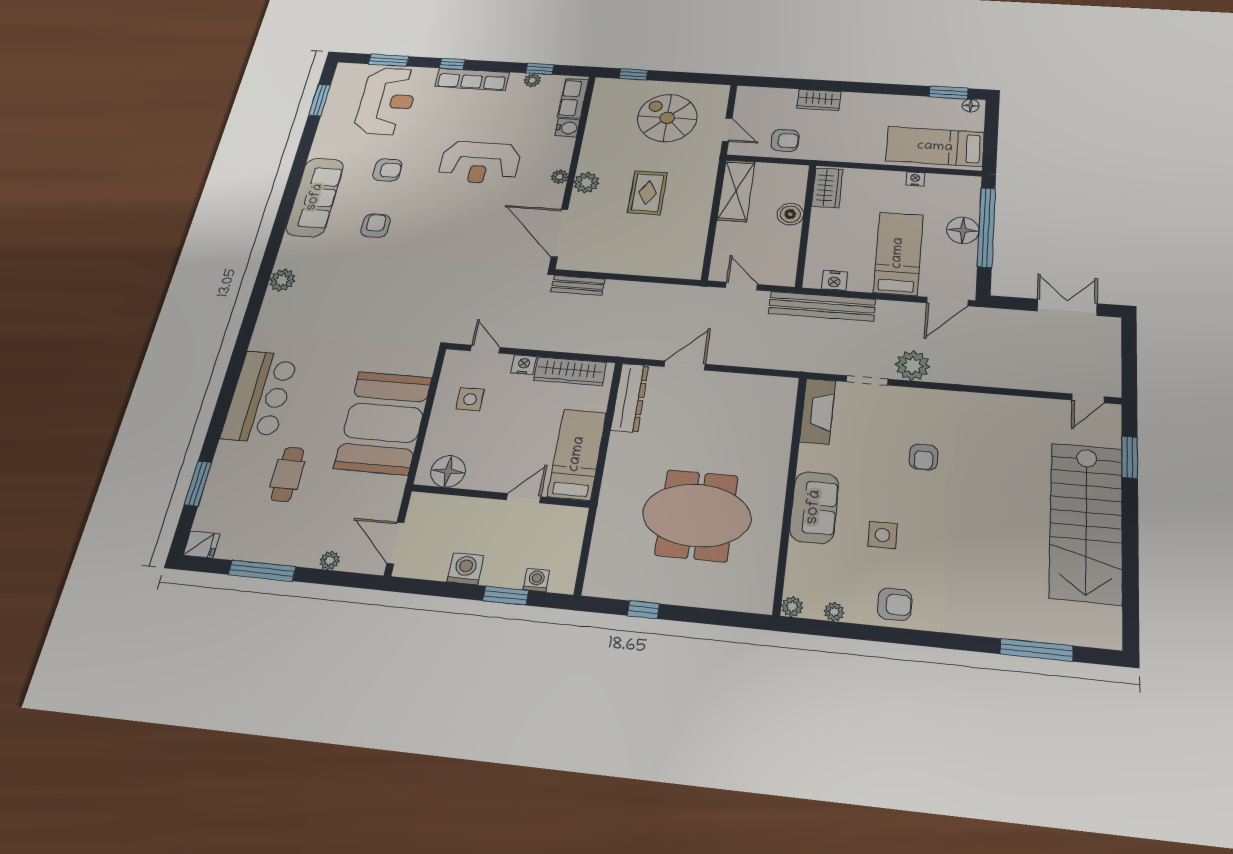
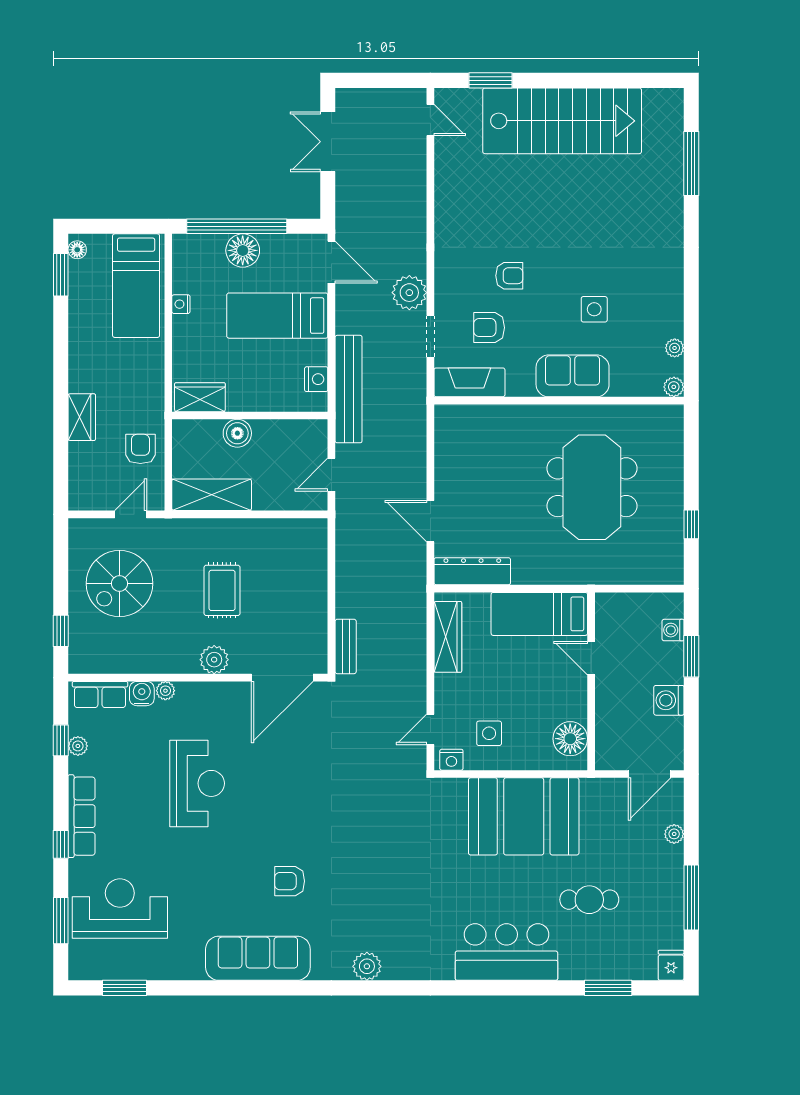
armchair: (387, 170) -> (215, 885), removed
plant: (559, 177) -> (165, 691), moved
rug: (648, 193) -> (222, 590), turned 90
nightstand: (524, 365) -> (451, 760), moved, turned -90
armchair: (895, 604) -> (489, 328), moved, turned -90

